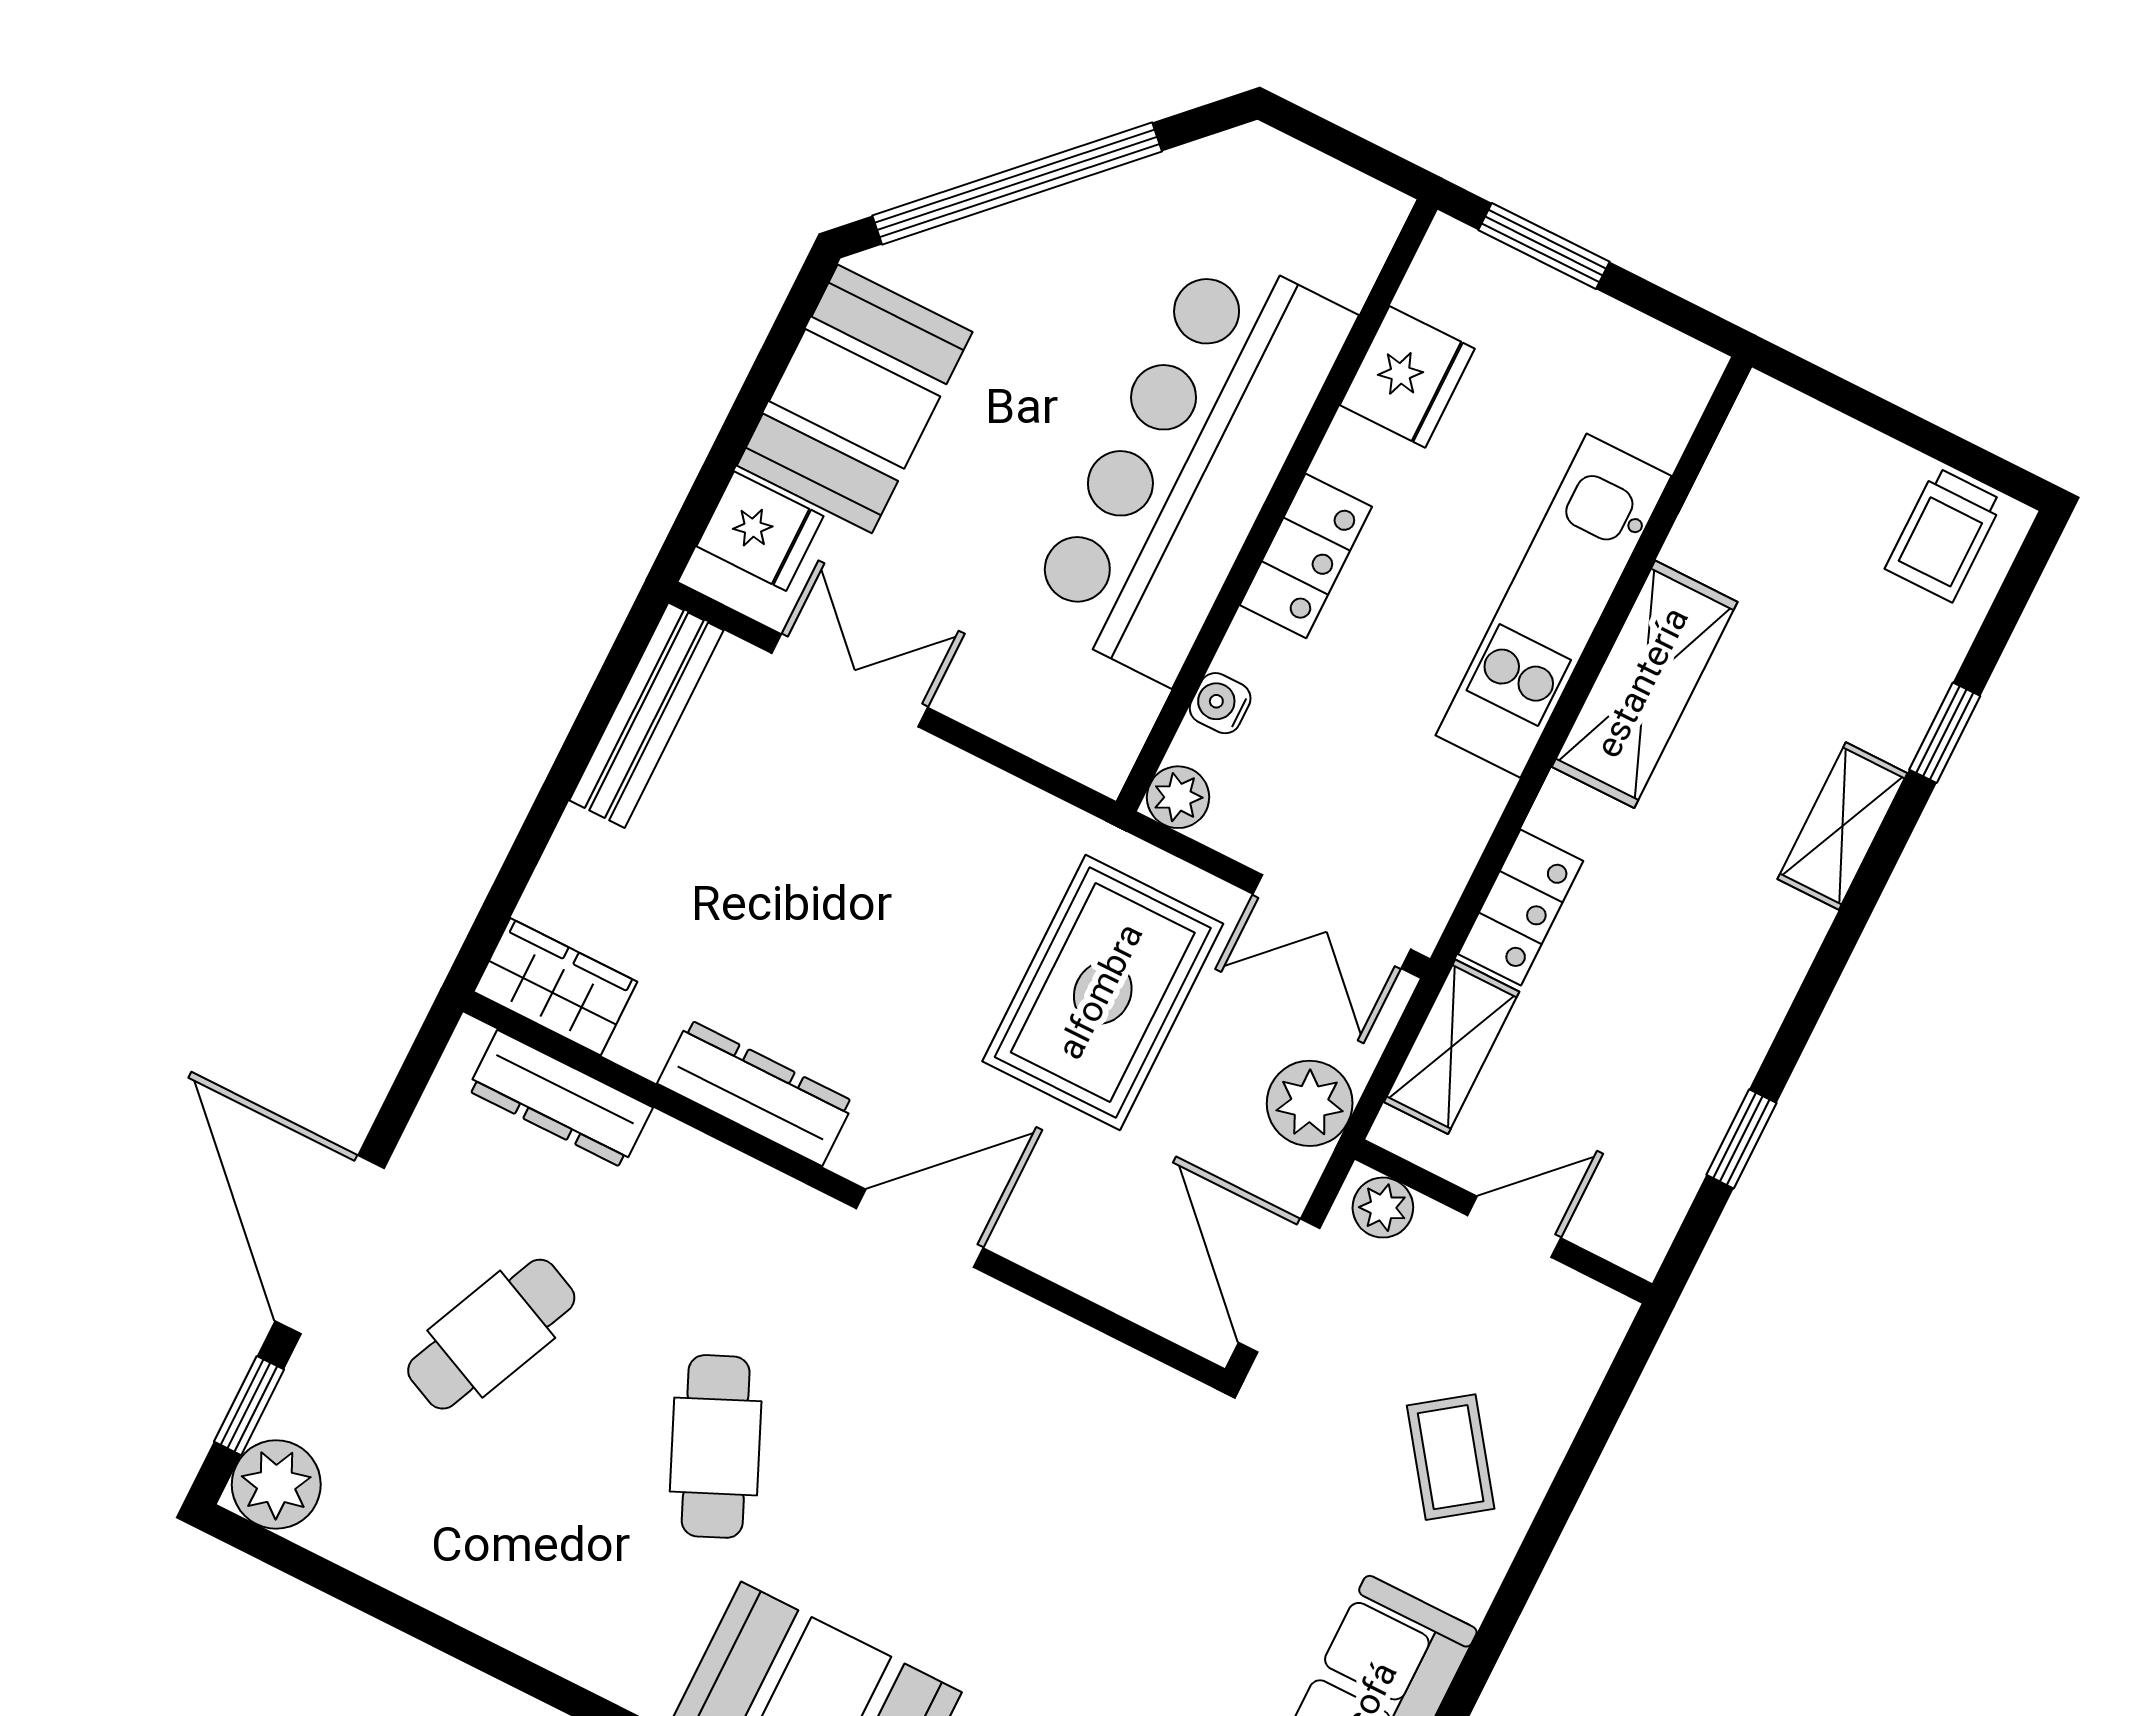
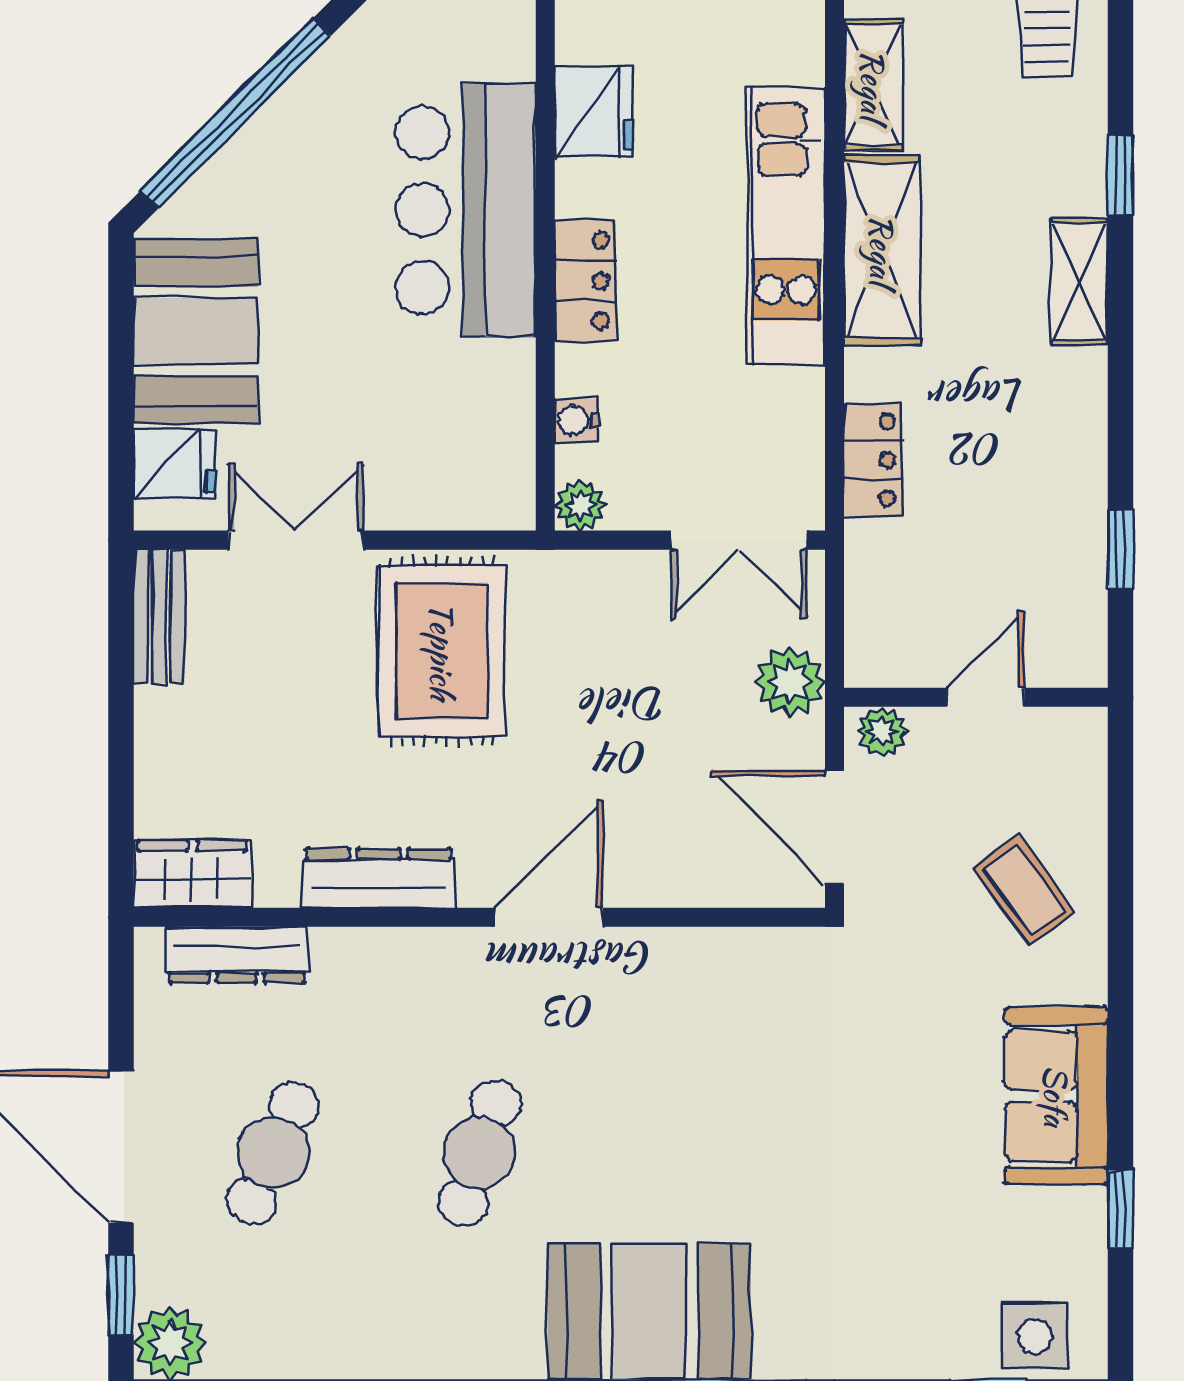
bar counter: (1189, 464) -> (466, 210), width x0.73
bench: (646, 715) -> (159, 616), width x0.73
rug: (1103, 993) -> (442, 651), moved
shelving: (1452, 1047) -> (873, 85), moved
cafe table: (716, 1446) -> (479, 1153), turned 42

